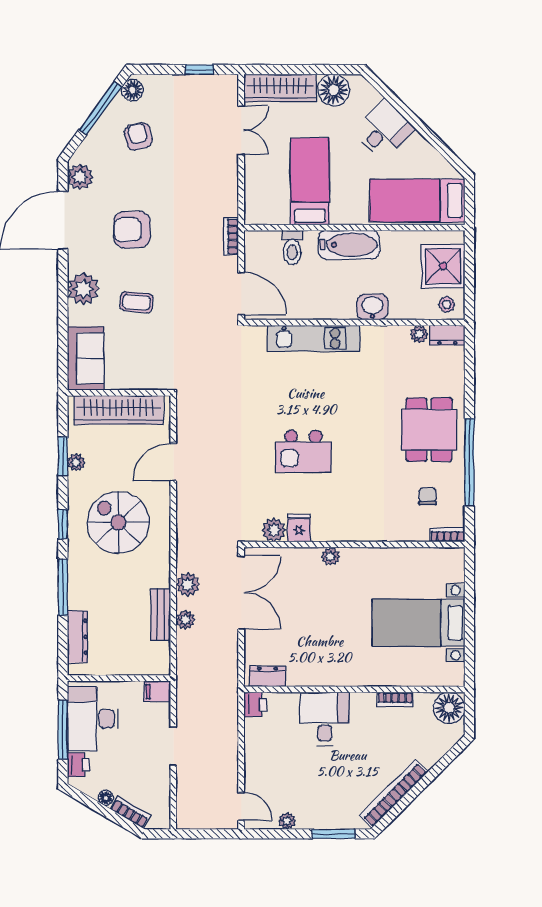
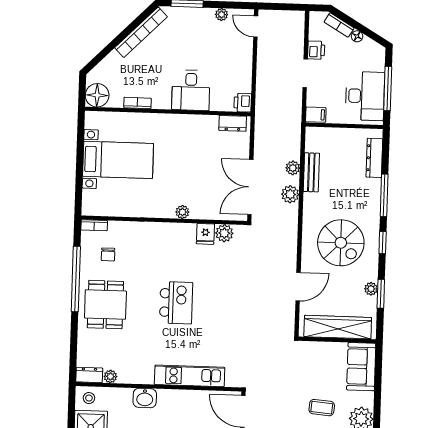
kitchen island: (303, 451) -> (176, 303), moved, turned 90
printer: (78, 765) -> (316, 50), moved, turned 180

